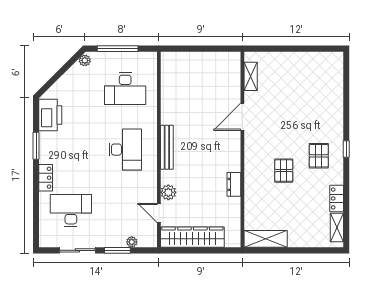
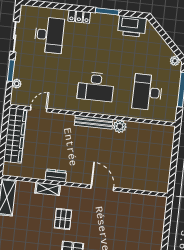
shelving: (251, 76) -> (48, 189), moved
door: (242, 117) -> (102, 188), moved
pallet: (284, 171) -> (63, 219), turned 90
plant: (168, 192) -> (120, 126), moved

